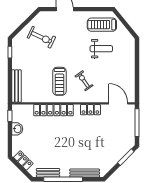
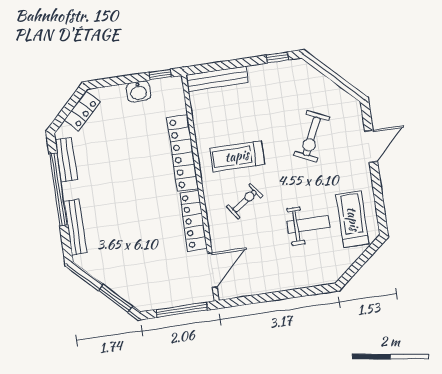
exercise bike: (41, 37) -> (312, 136), moved
weight bench: (101, 49) -> (308, 224), turned -90
locker: (90, 110) -> (193, 221), width x1.53

